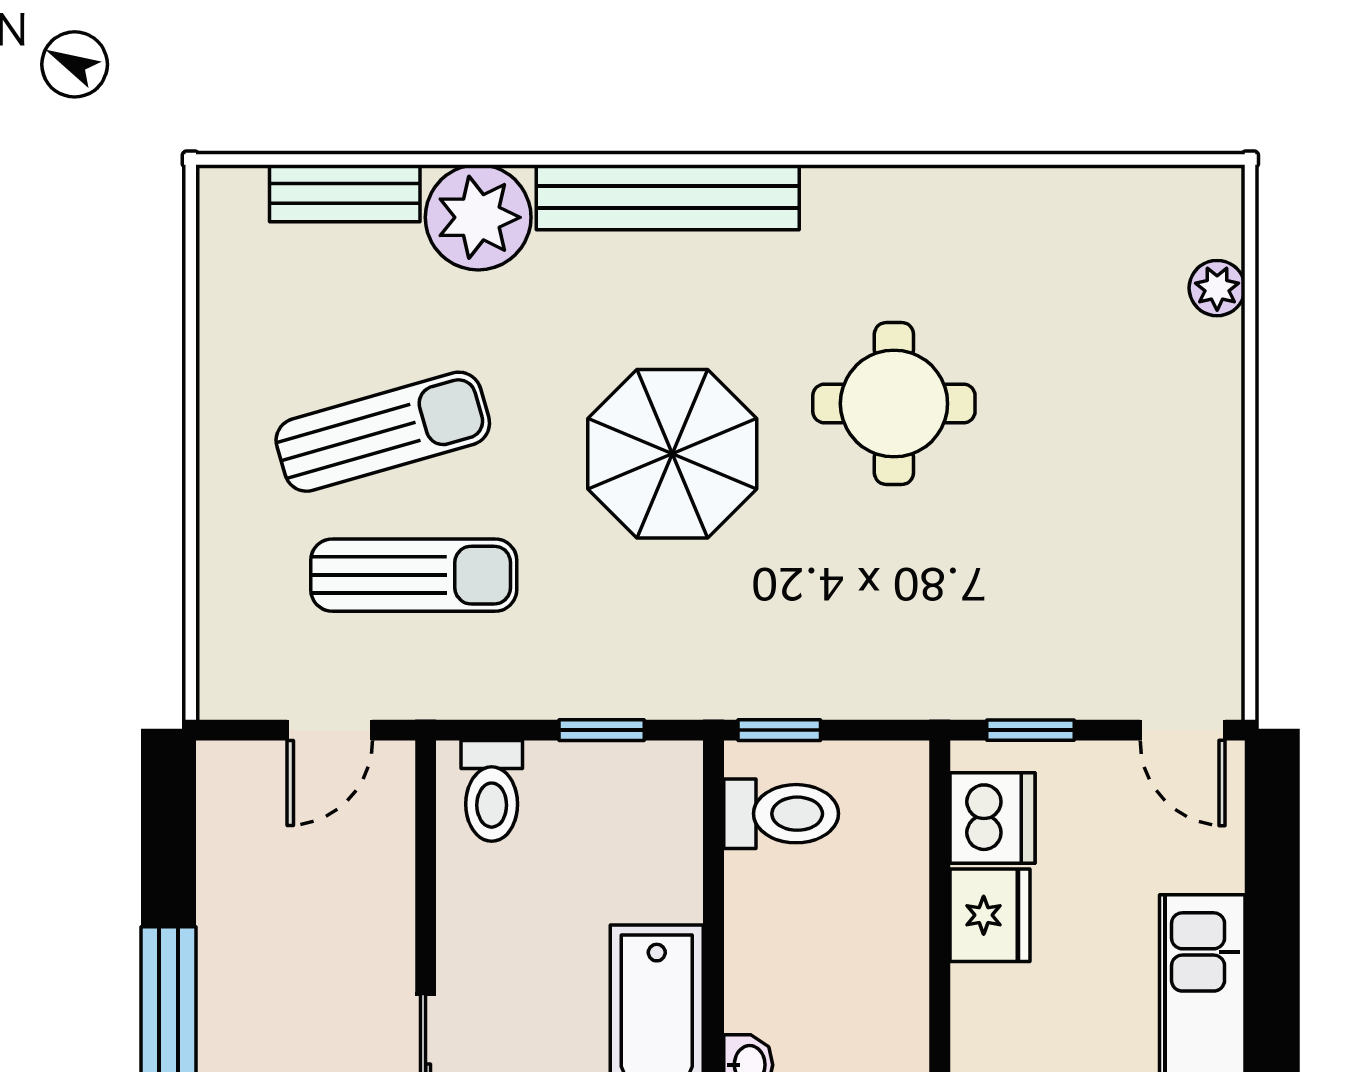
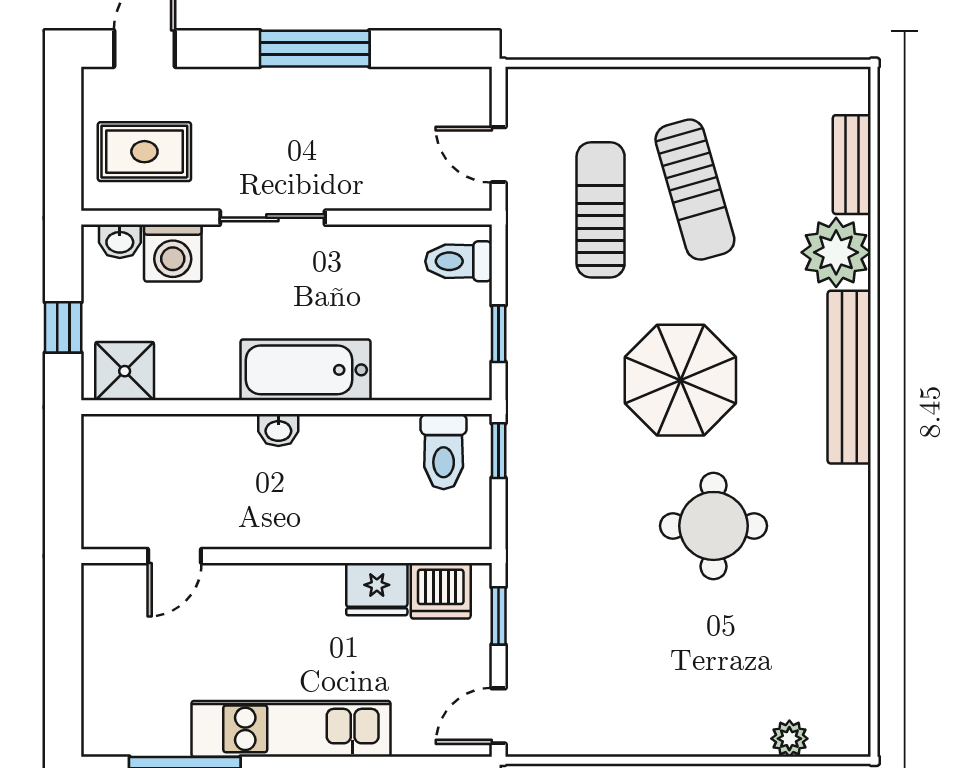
sun lounger: (414, 575) -> (601, 210), turned 180

